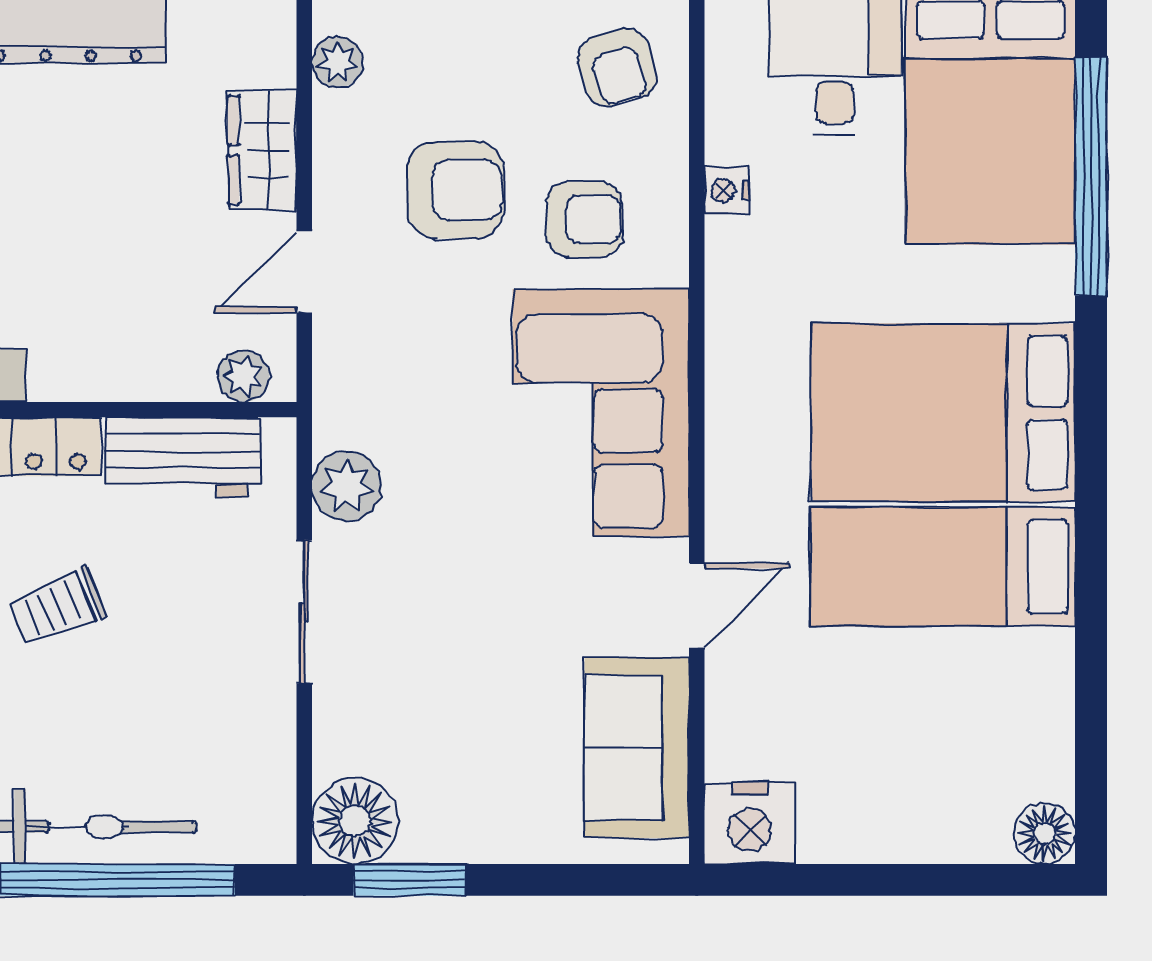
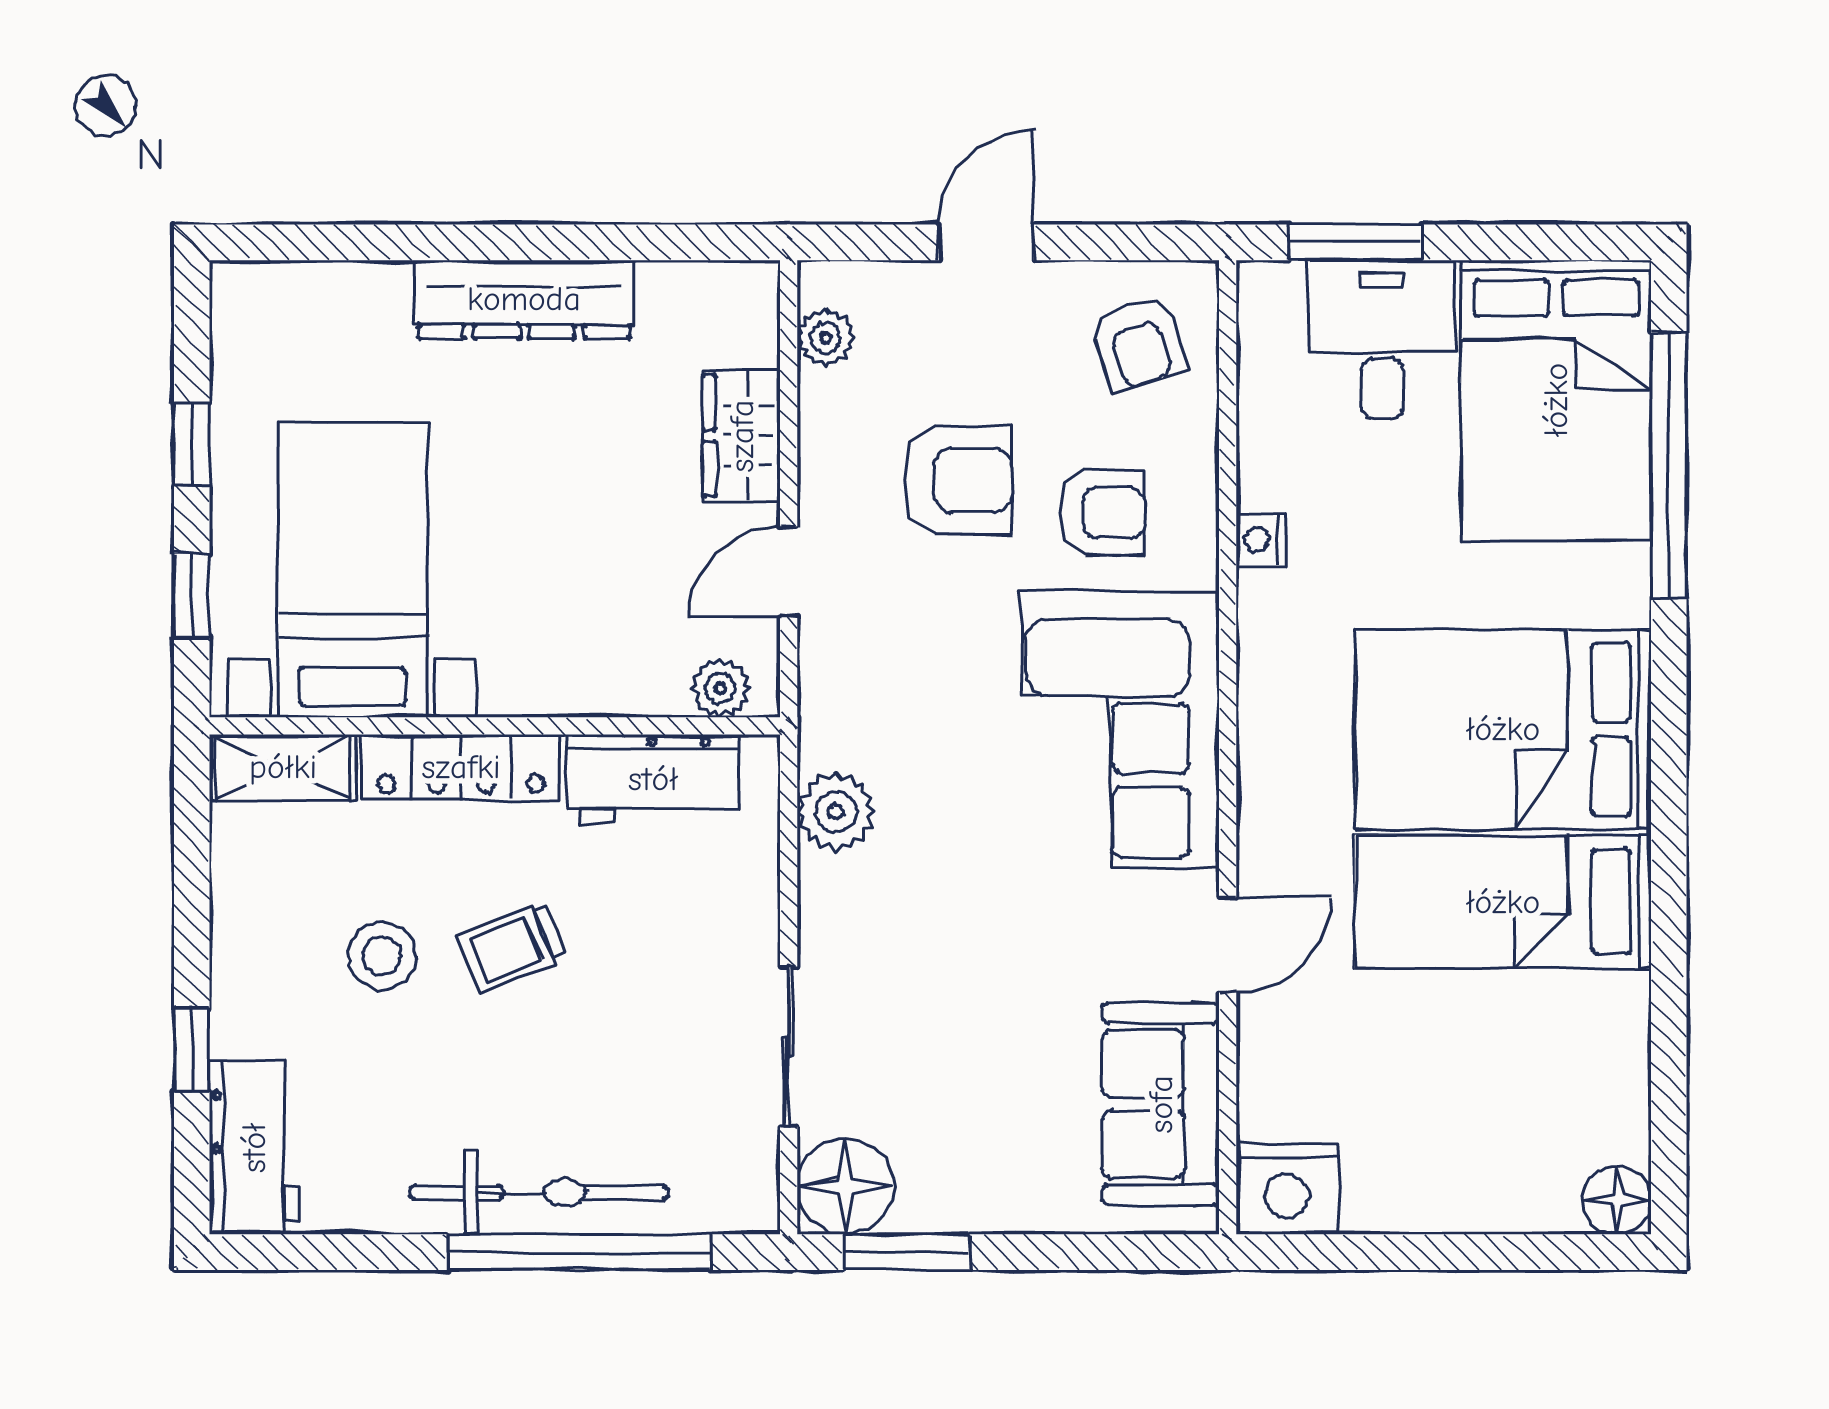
nightstand: (727, 191) -> (1261, 539), moved
sliding door: (304, 612) -> (789, 1047), moved

